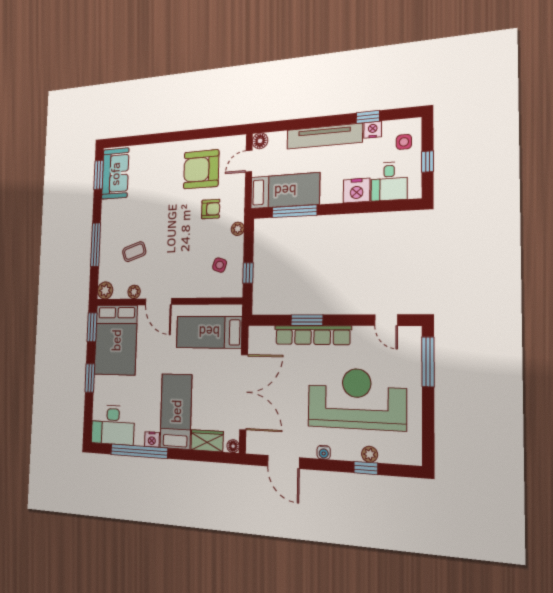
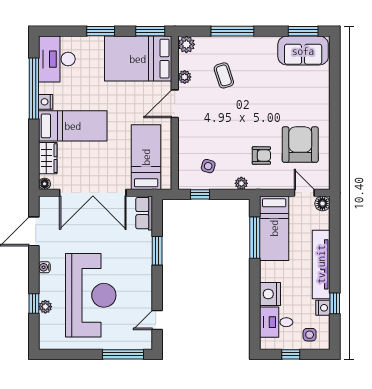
armchair: (211, 209) -> (261, 155), turned -90
row of seats: (313, 335) -> (144, 213), moved, width x0.50

